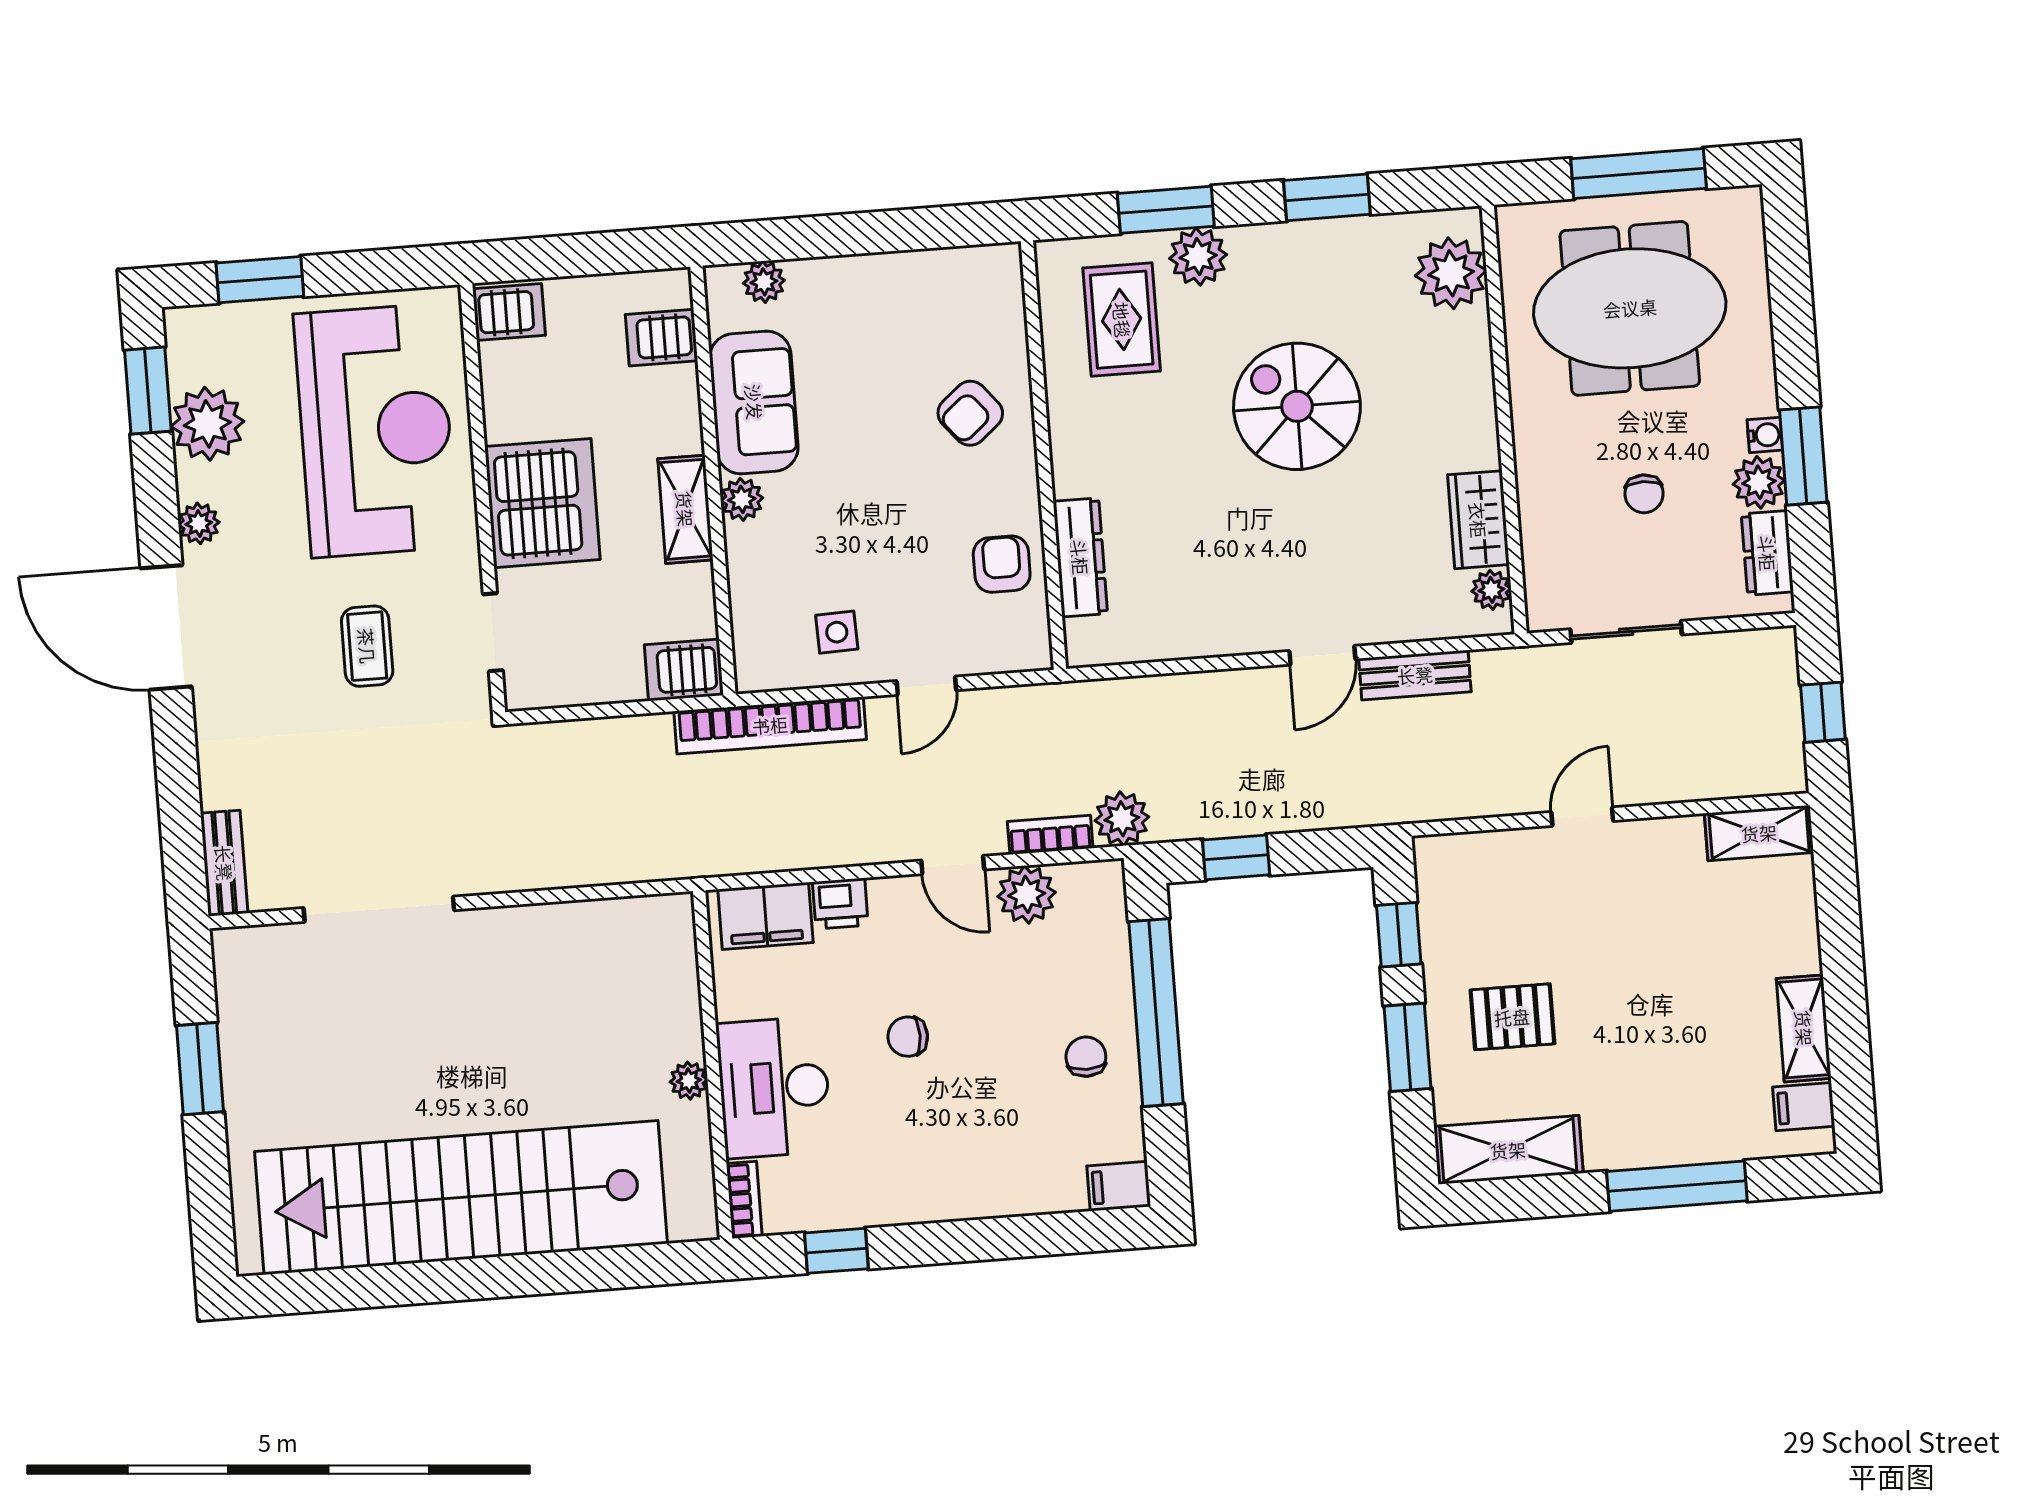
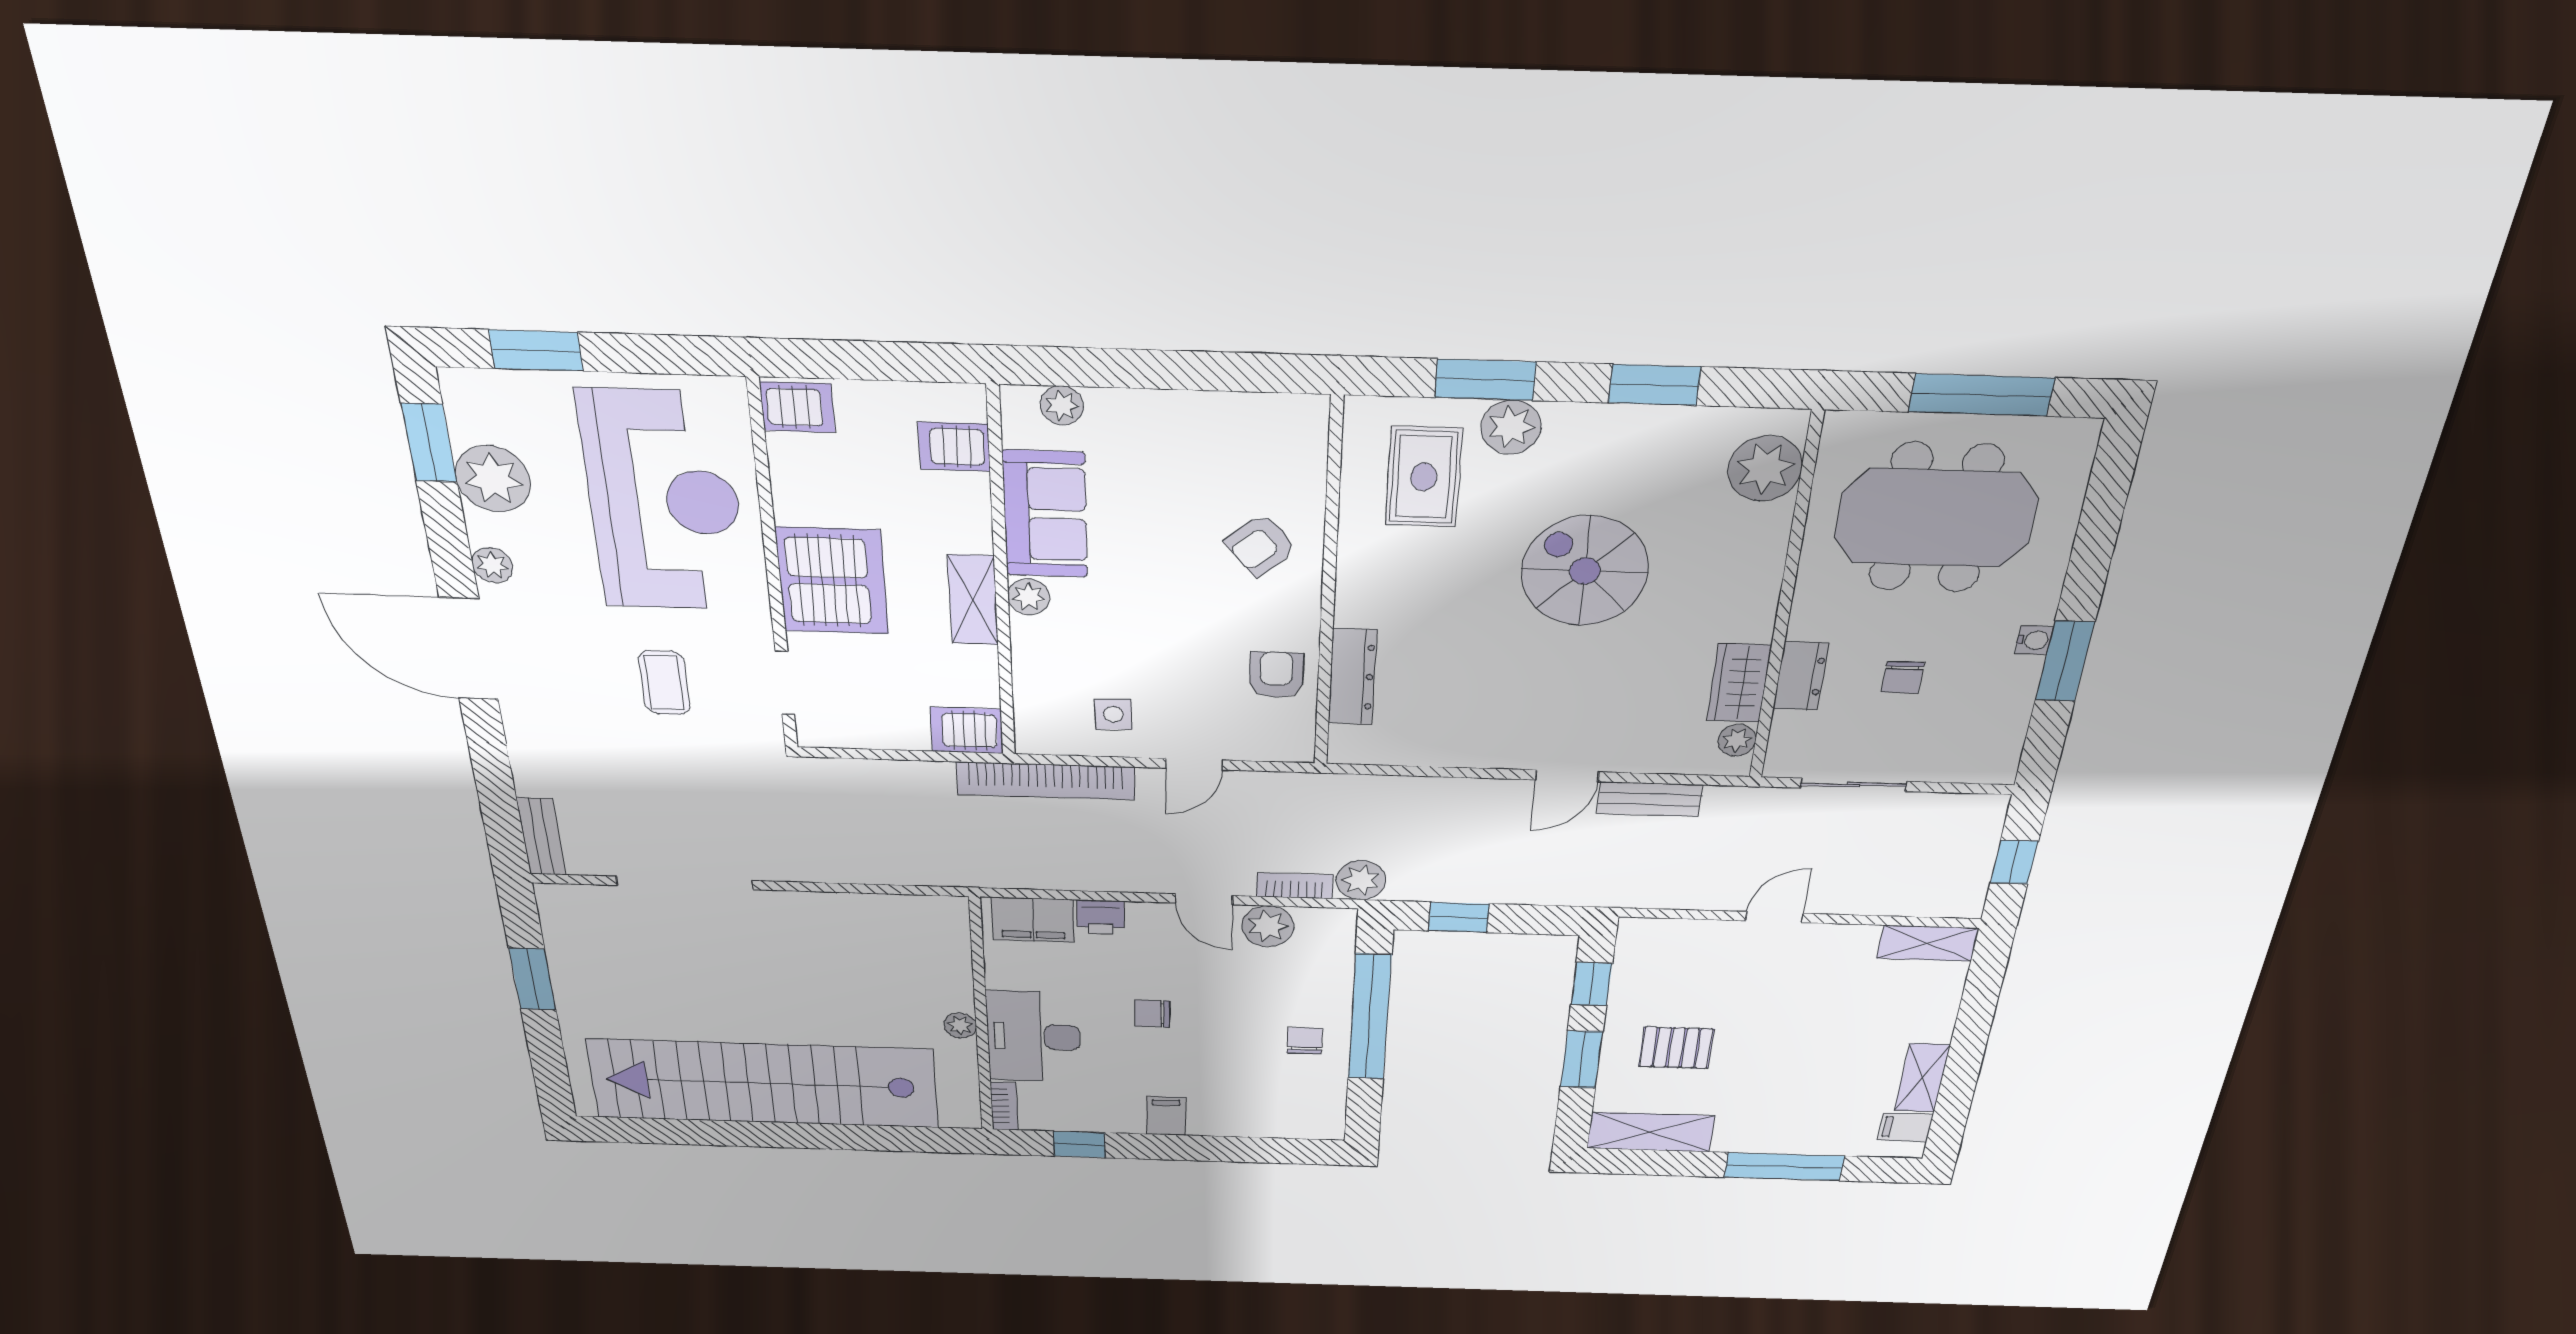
plant: (1759, 482) -> (2015, 679), removed
dresser: (1767, 553) -> (1801, 676), moved, turned 180
filing cabinet: (1119, 1186) -> (1166, 1116), moved, turned 90

